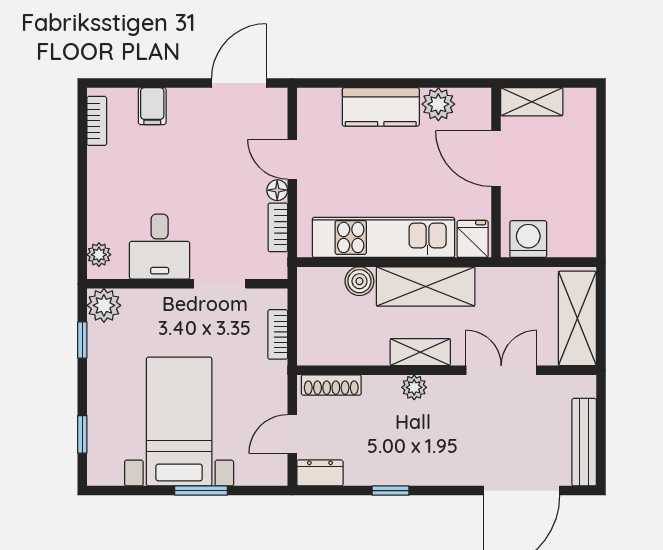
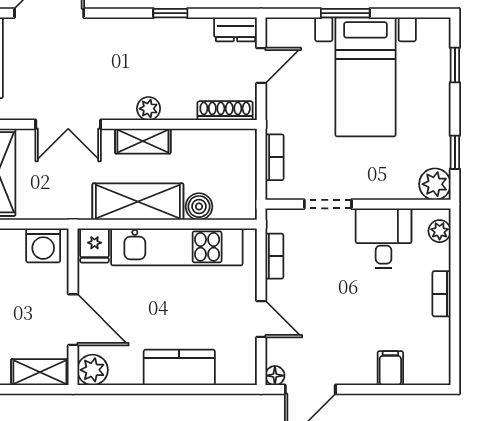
plant: (438, 104) -> (93, 370), moved
bookcase: (97, 121) -> (442, 294), moved
floor lamp: (277, 190) -> (275, 376), moved

